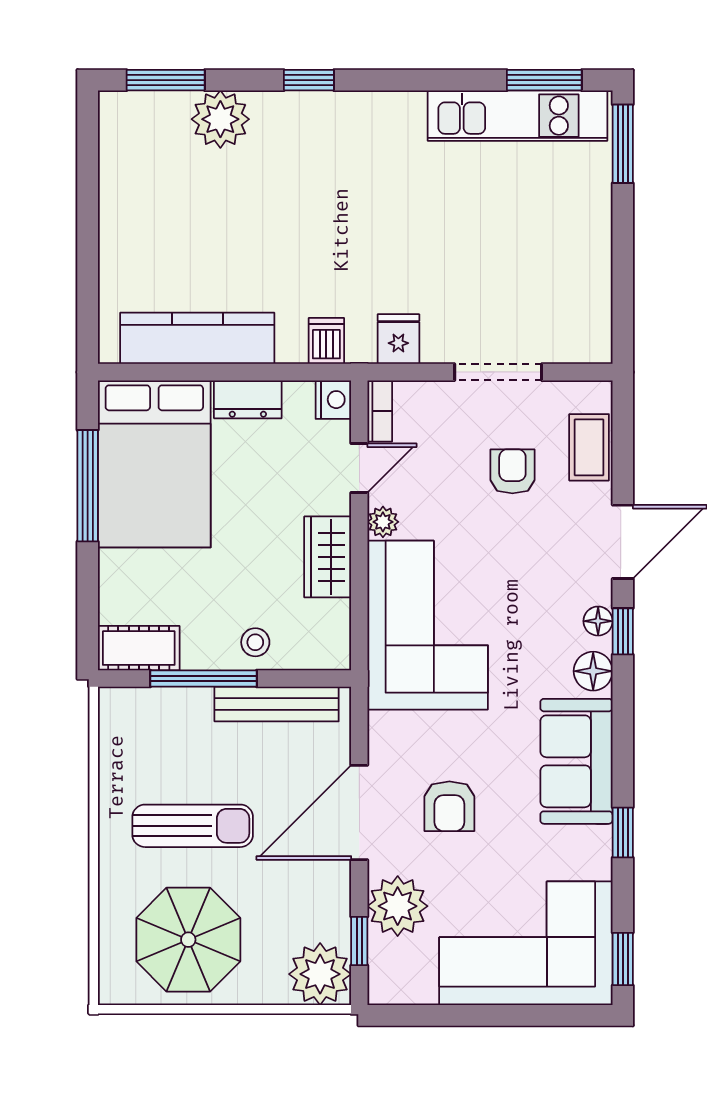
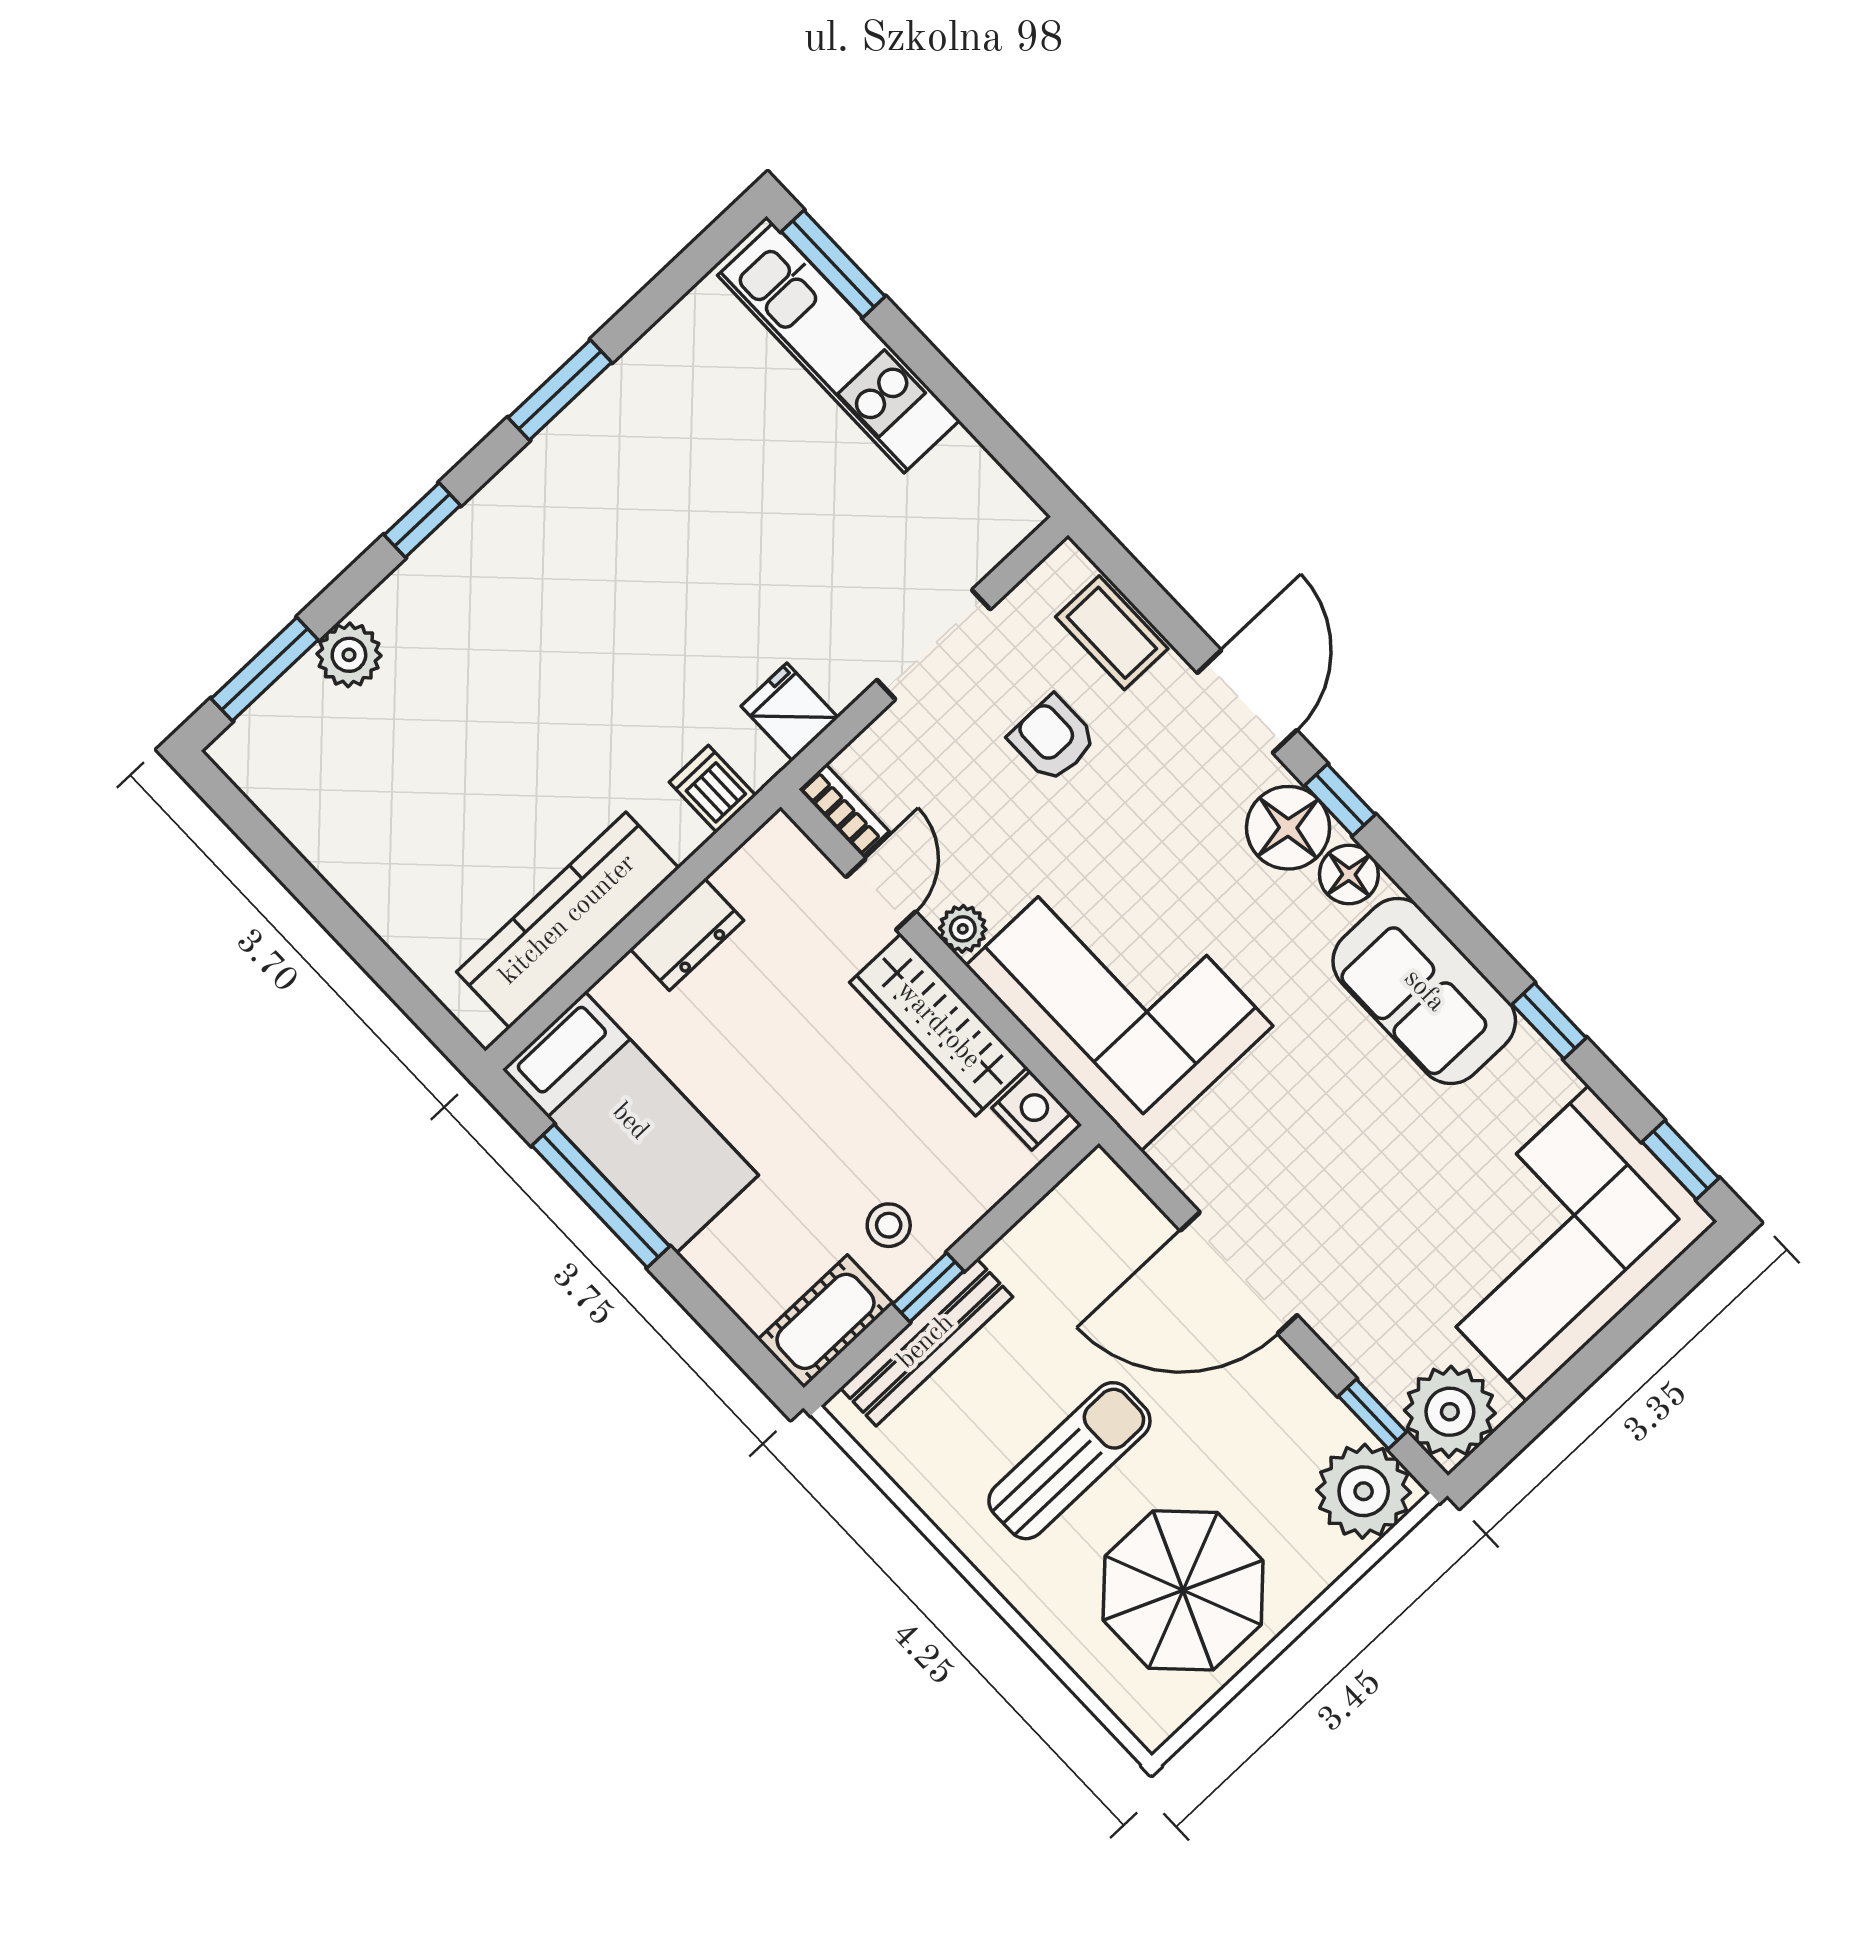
window: (544, 80) -> (560, 390), moved
kitchen unit: (518, 116) -> (839, 348), moved, turned 90
plant: (220, 119) -> (349, 655), width x0.73, depth x0.73
nightstand: (333, 400) -> (1031, 1111), moved
bed: (154, 464) -> (630, 1122), width x0.67
wardrobe: (328, 557) -> (938, 1025), width x1.50
floor lamp: (598, 621) -> (1288, 828), width x1.89, depth x1.89
stool: (255, 642) -> (889, 1225), moved
window: (204, 678) -> (928, 1287), width x0.46
bench: (277, 704) -> (926, 1342), moved
armchair: (449, 806) -> (1331, 1172), removed
door: (359, 812) -> (1239, 1273), hinge flipped
plant: (398, 906) -> (1450, 1412), moved

